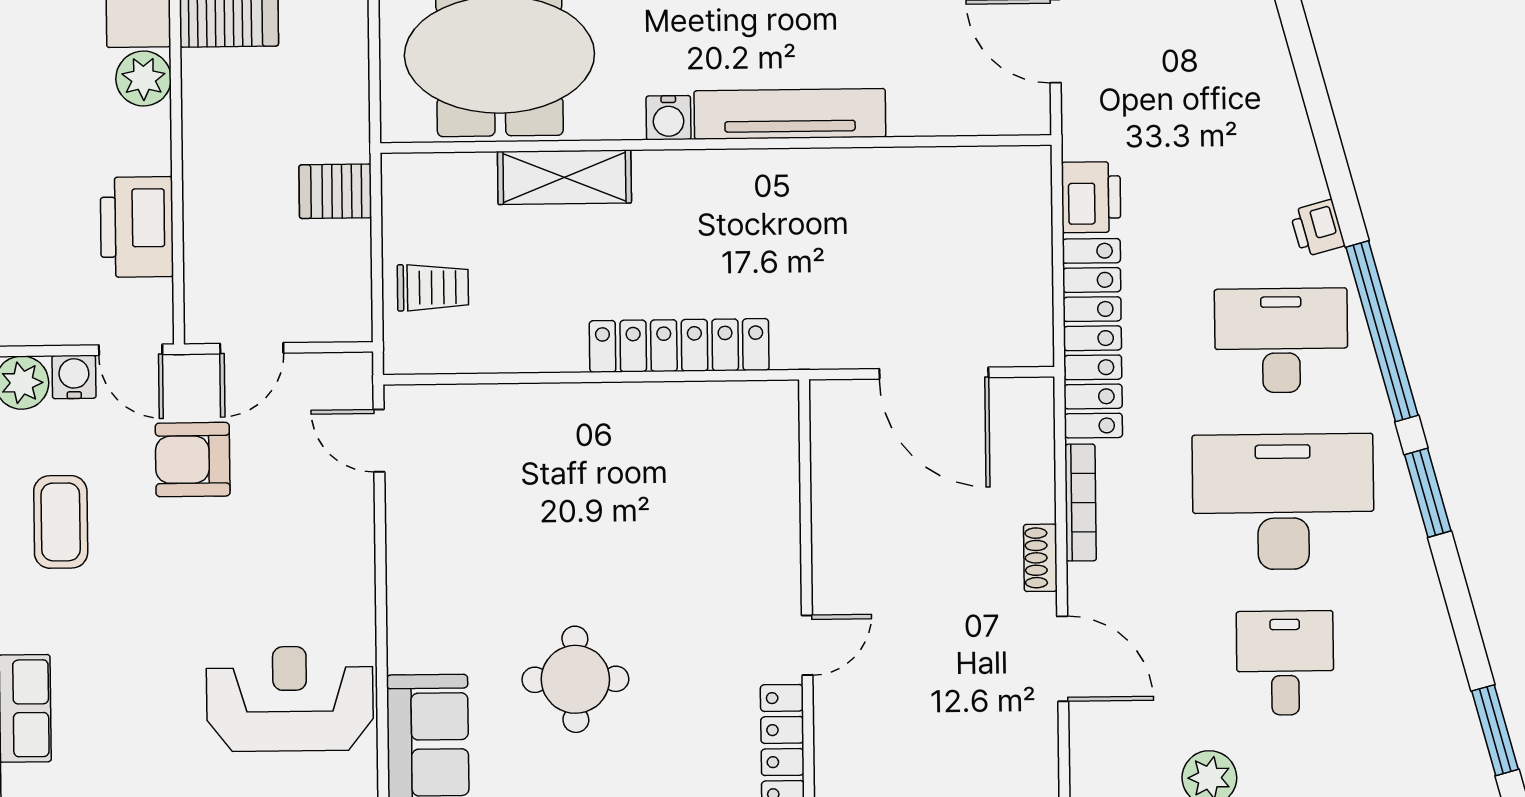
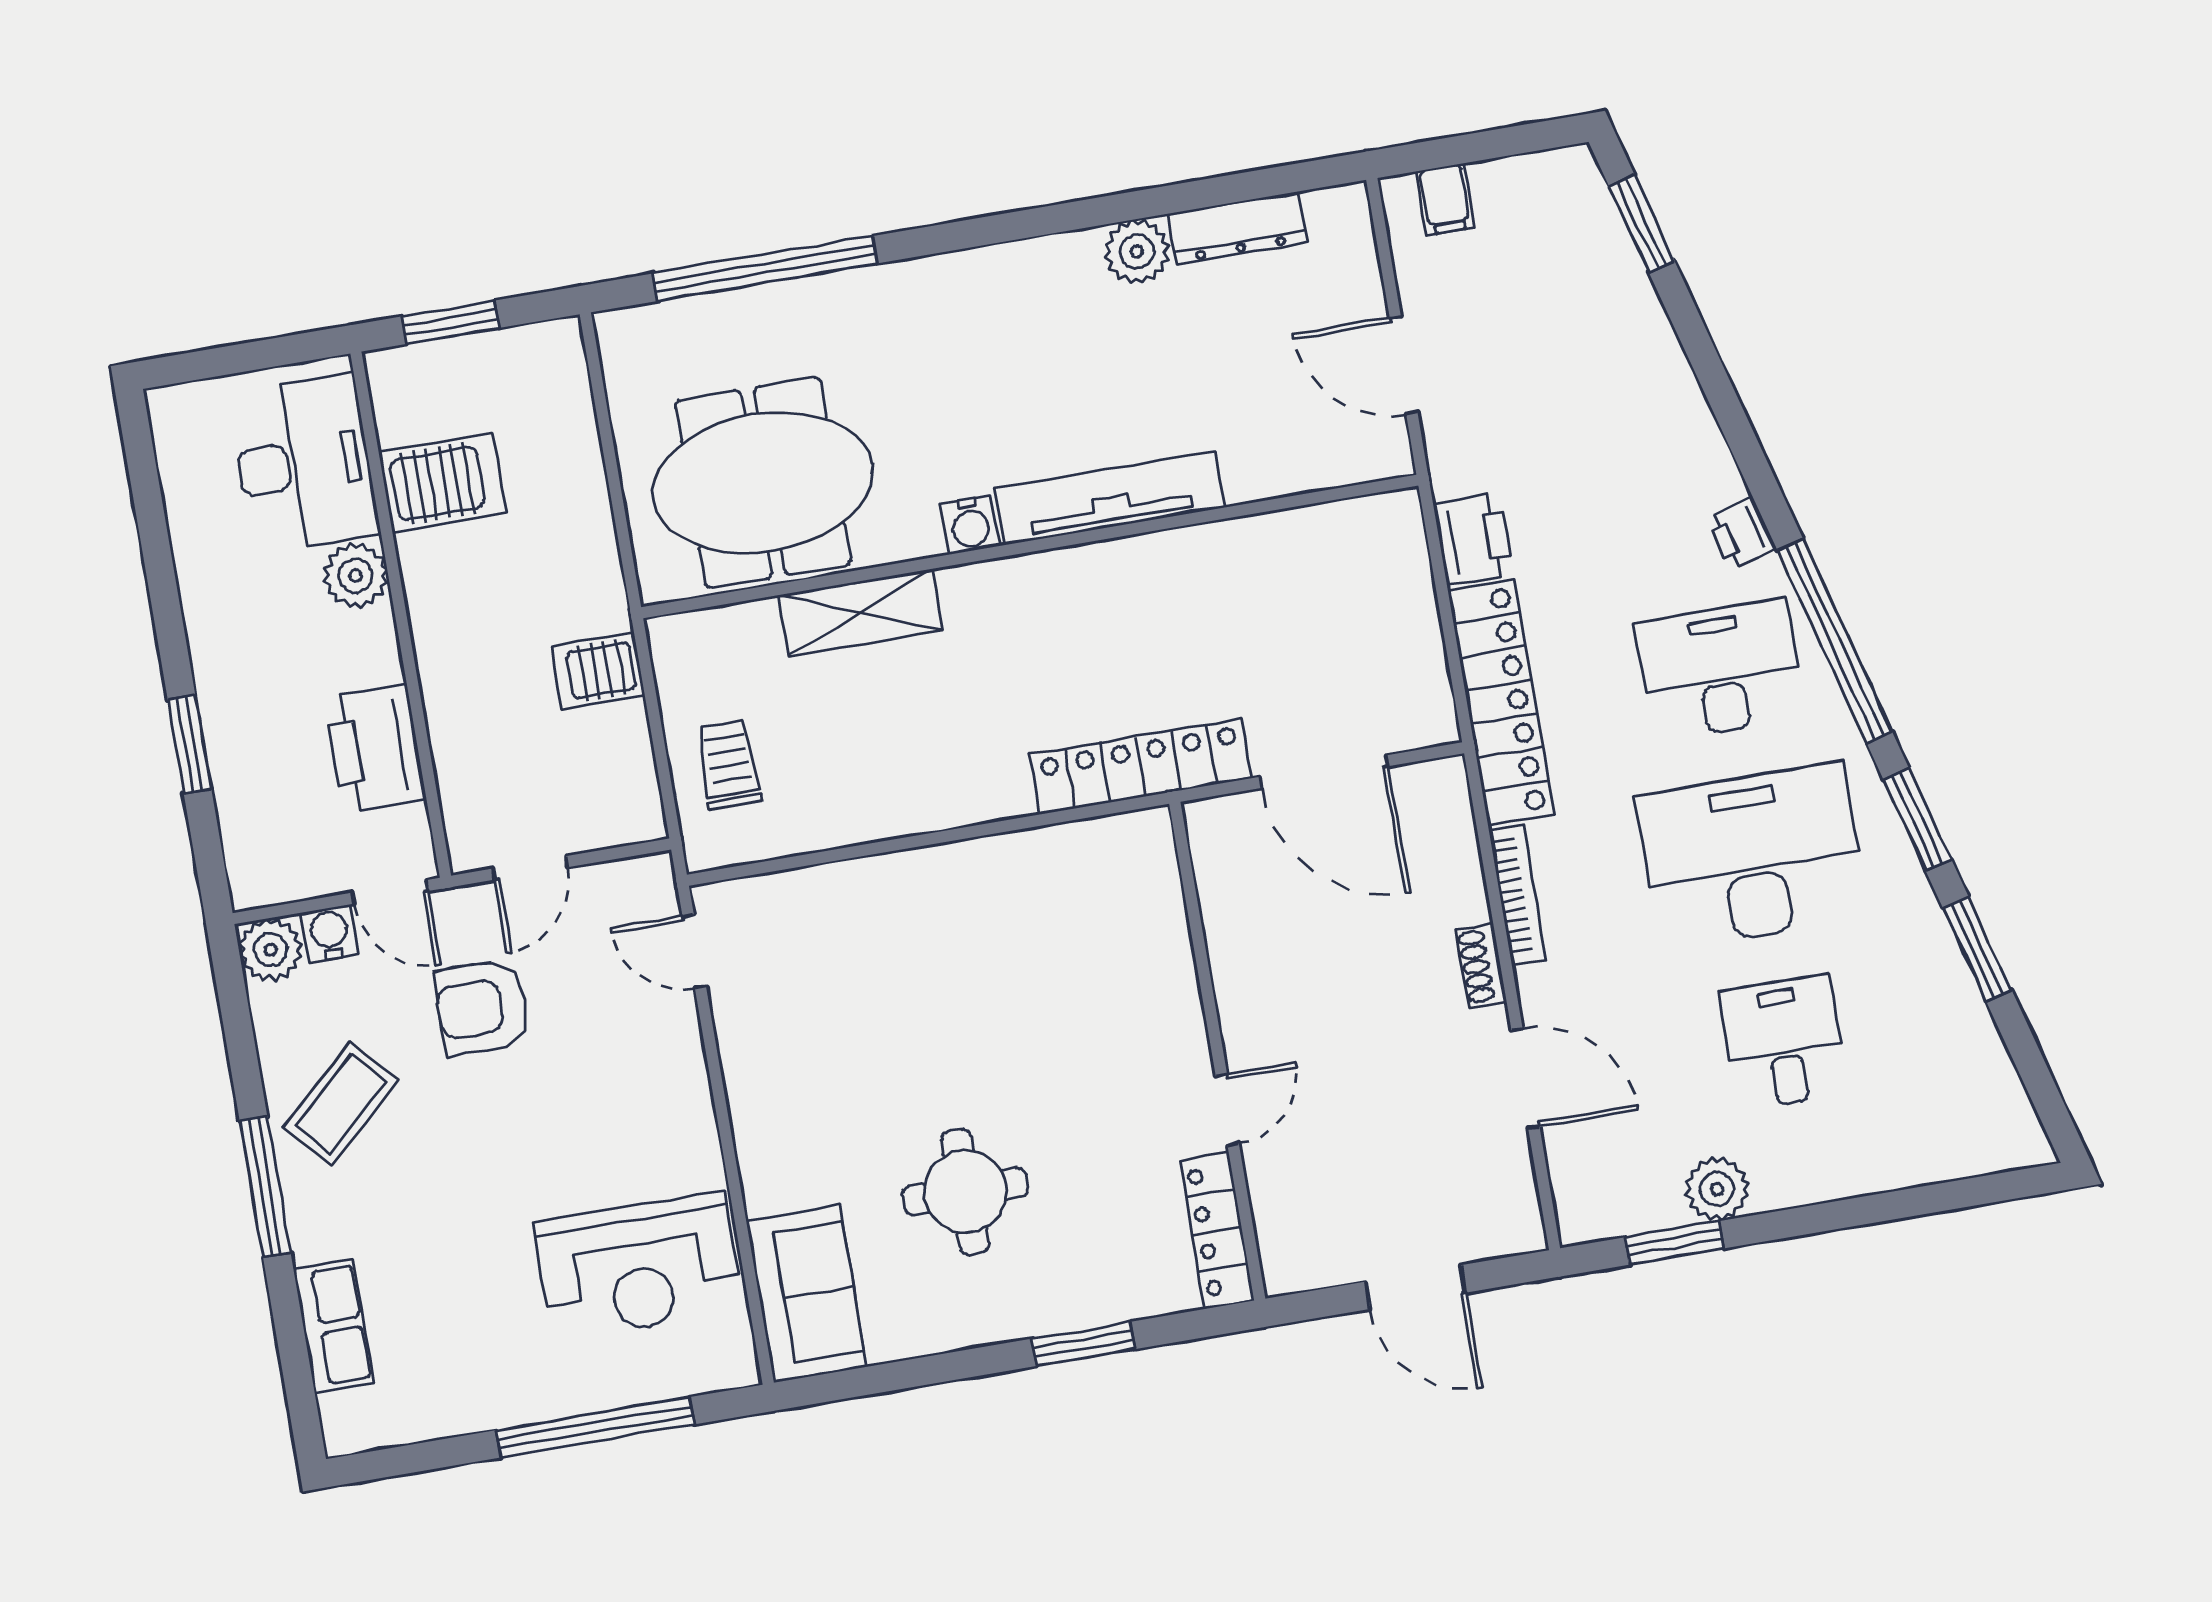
trolley: (433, 287) -> (729, 764), turned -90
locker: (679, 345) -> (1141, 766), moved
coffee table: (61, 522) -> (341, 1104), turned 48
reception desk: (290, 699) -> (639, 1266), turned 180
window: (1495, 730) -> (1977, 949), moved

